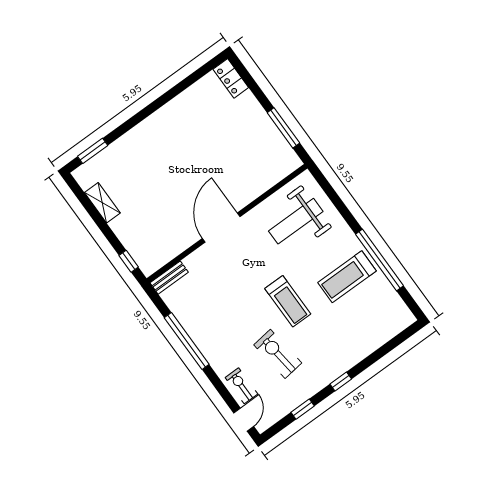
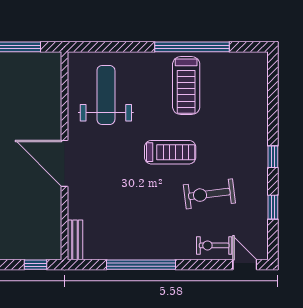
weight bench: (296, 221) -> (106, 95), turned 180

